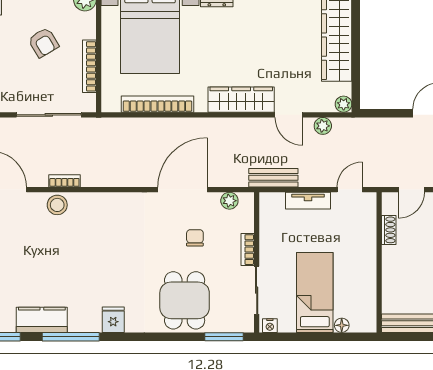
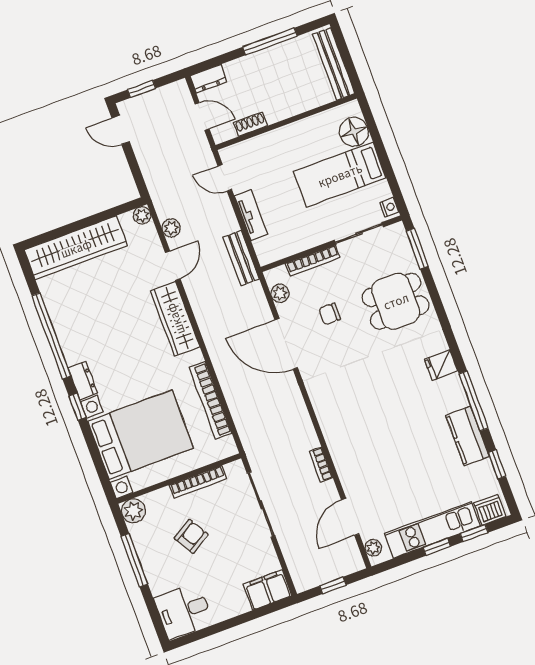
stool: (57, 205) -> (348, 463), removed
bookcase: (248, 250) -> (313, 261), width x1.56
floor lamp: (342, 325) -> (354, 132), width x1.89, depth x1.89

